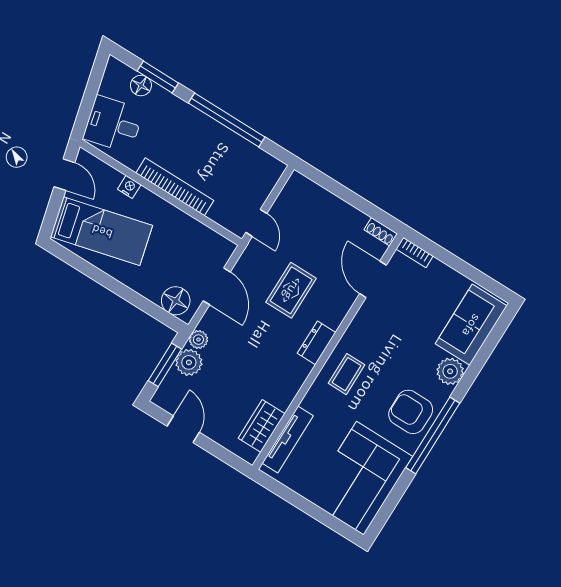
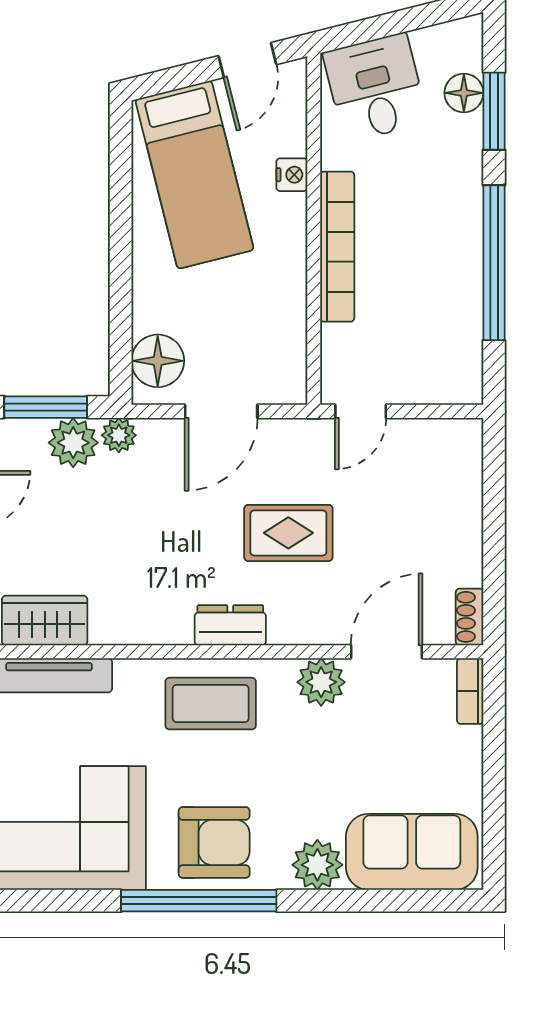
plant: (368, 318) -> (321, 682), added
coffee table: (347, 374) -> (211, 704), width x1.36, depth x1.30
armchair: (411, 412) -> (214, 842), turned 90

